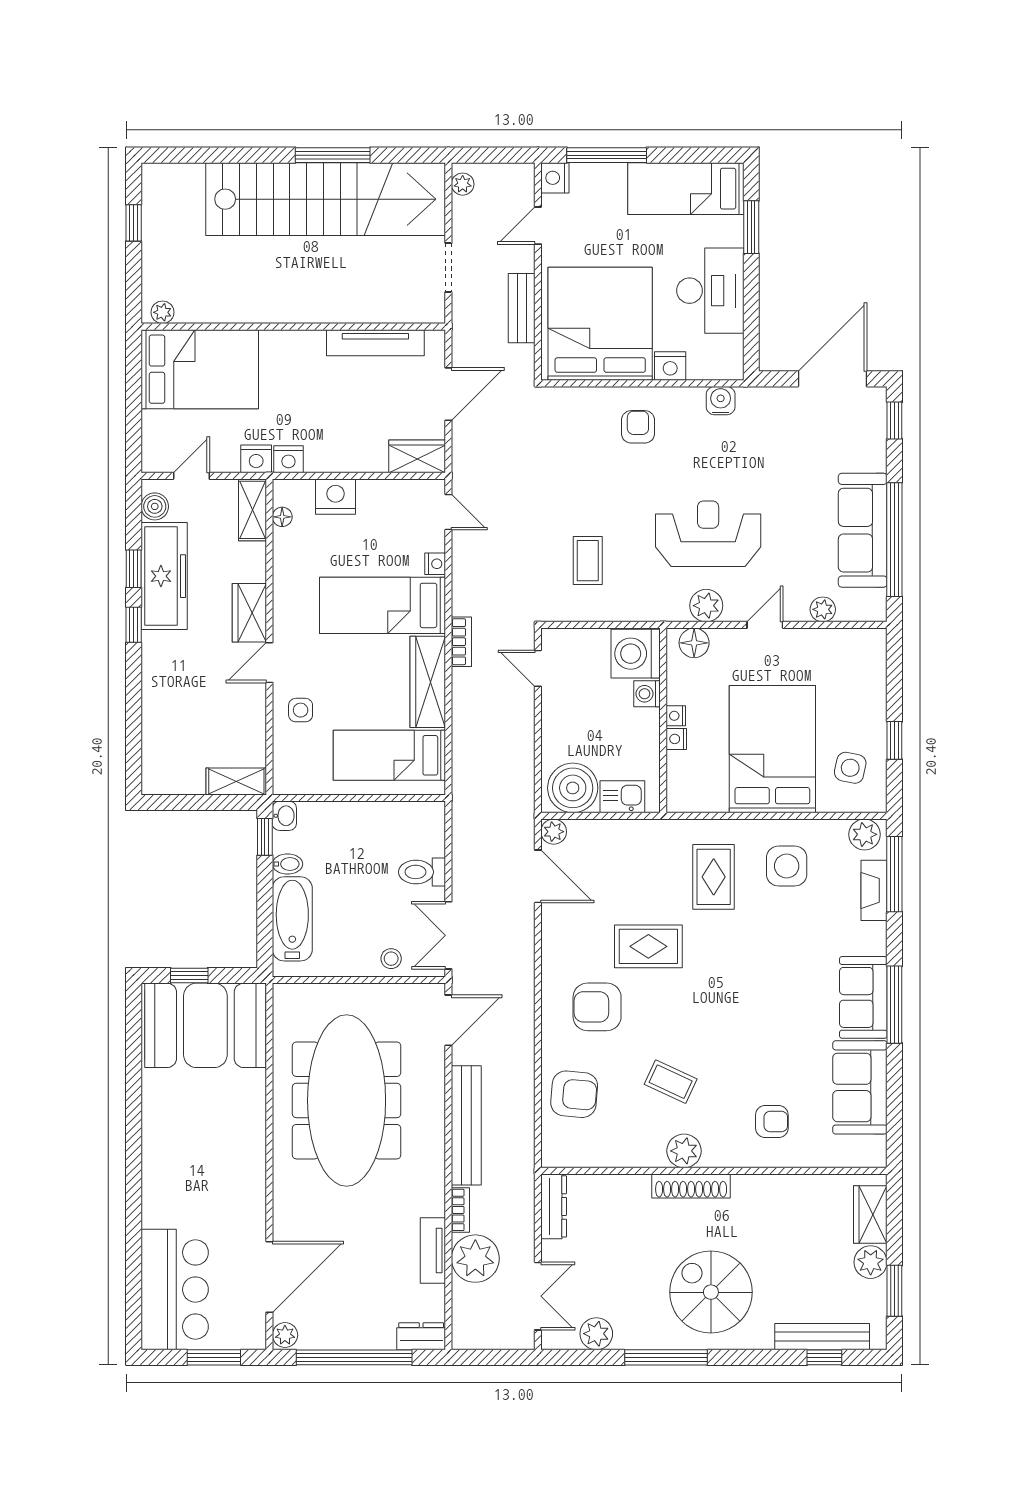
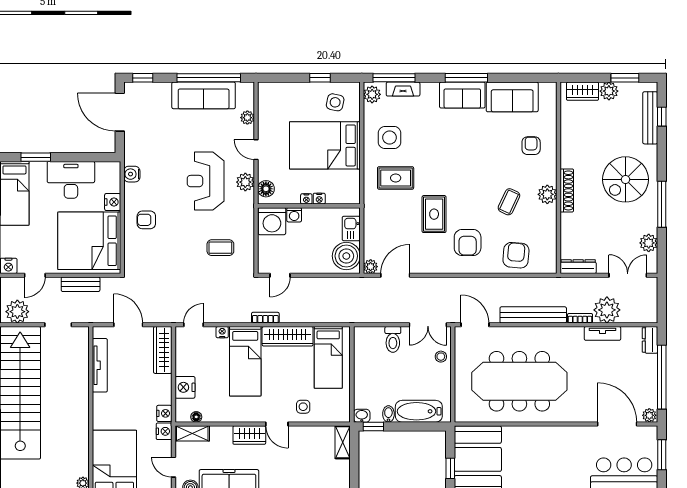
plant: (463, 184) -> (17, 312), width x1.88, depth x1.88
door: (538, 226) -> (35, 275), hinge flipped
wardrobe: (417, 456) -> (163, 350), width x1.50

